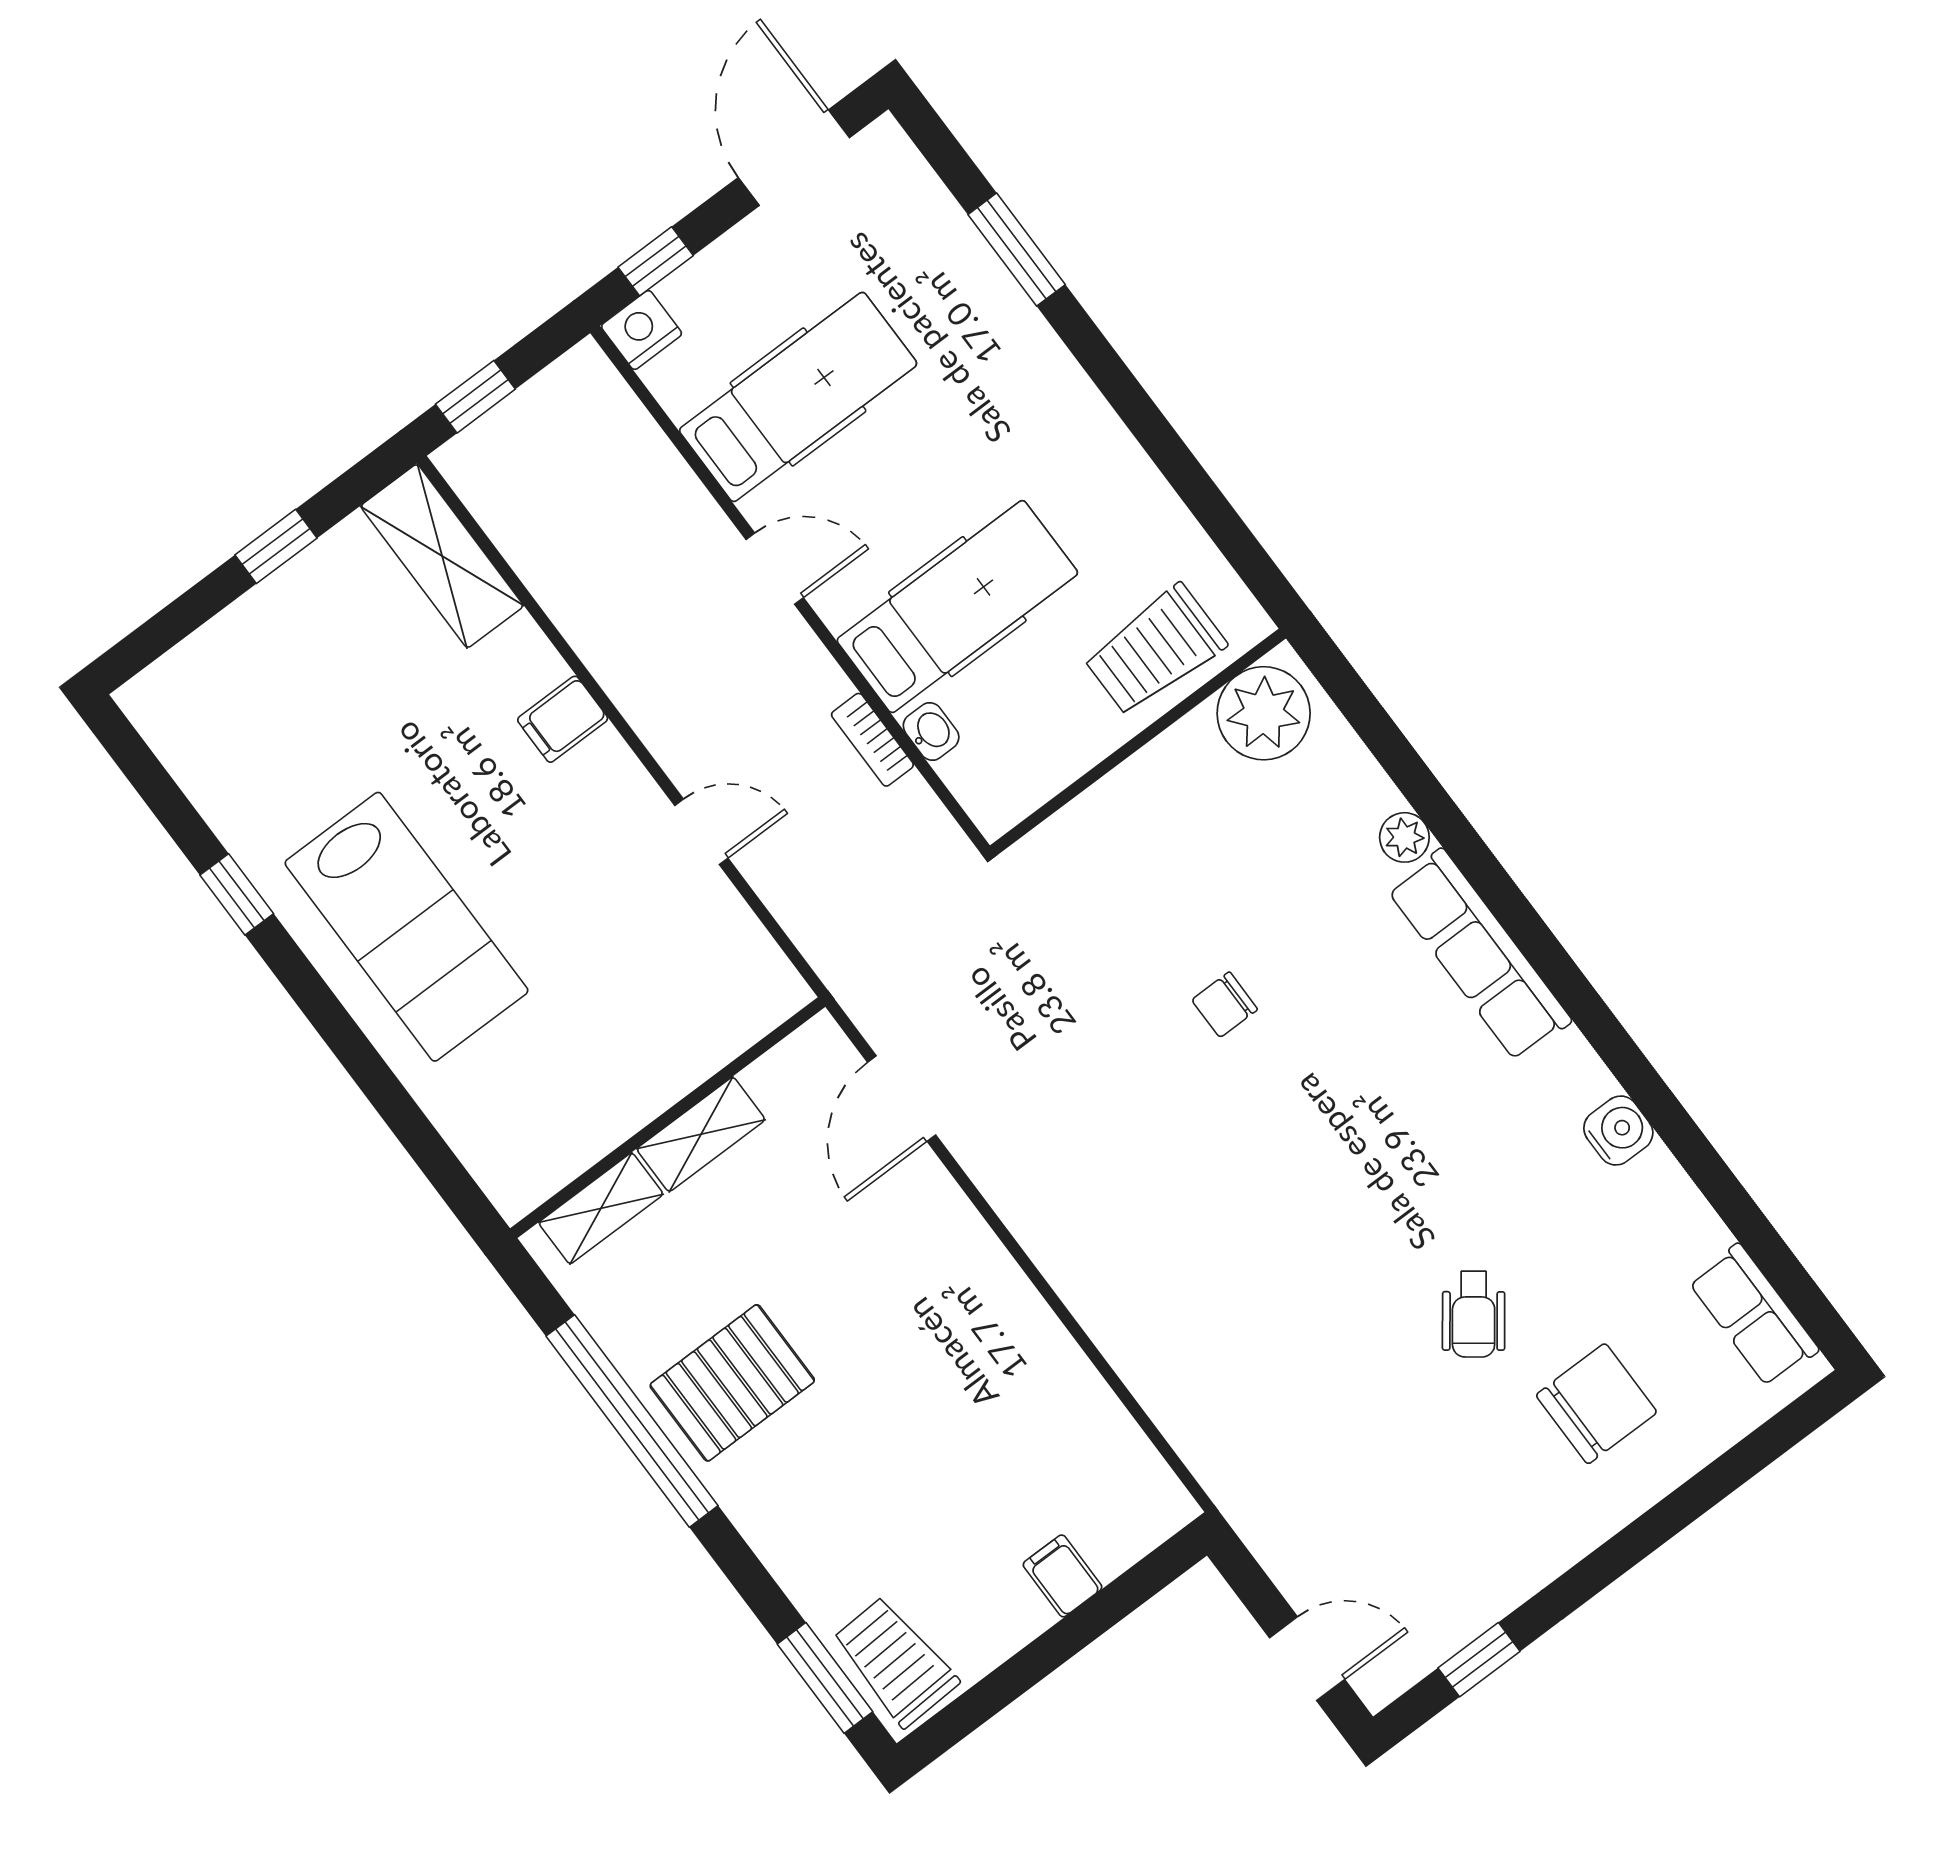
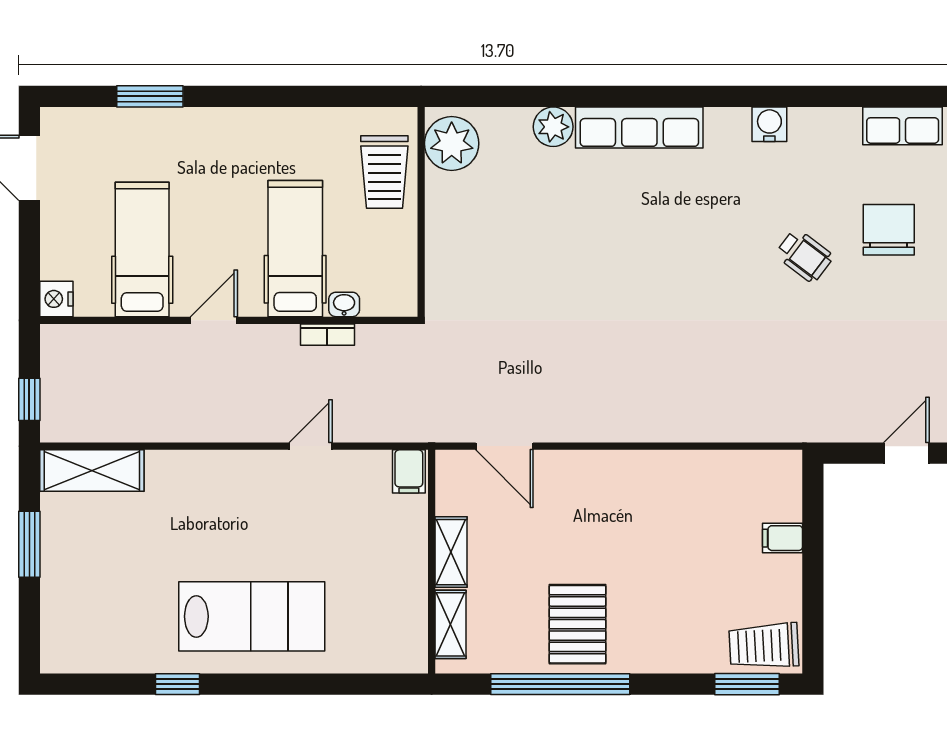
window: (656, 261) -> (29, 268), removed
window: (276, 546) -> (29, 544), width x1.50
filing cabinet: (563, 719) -> (409, 471), moved
plant: (1404, 837) -> (553, 127), width x1.38, depth x1.38
chair: (1225, 1005) -> (574, 263), removed

